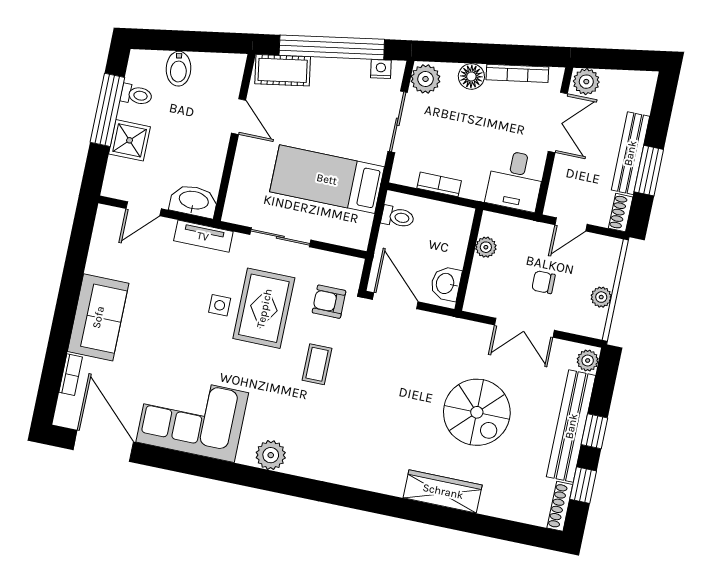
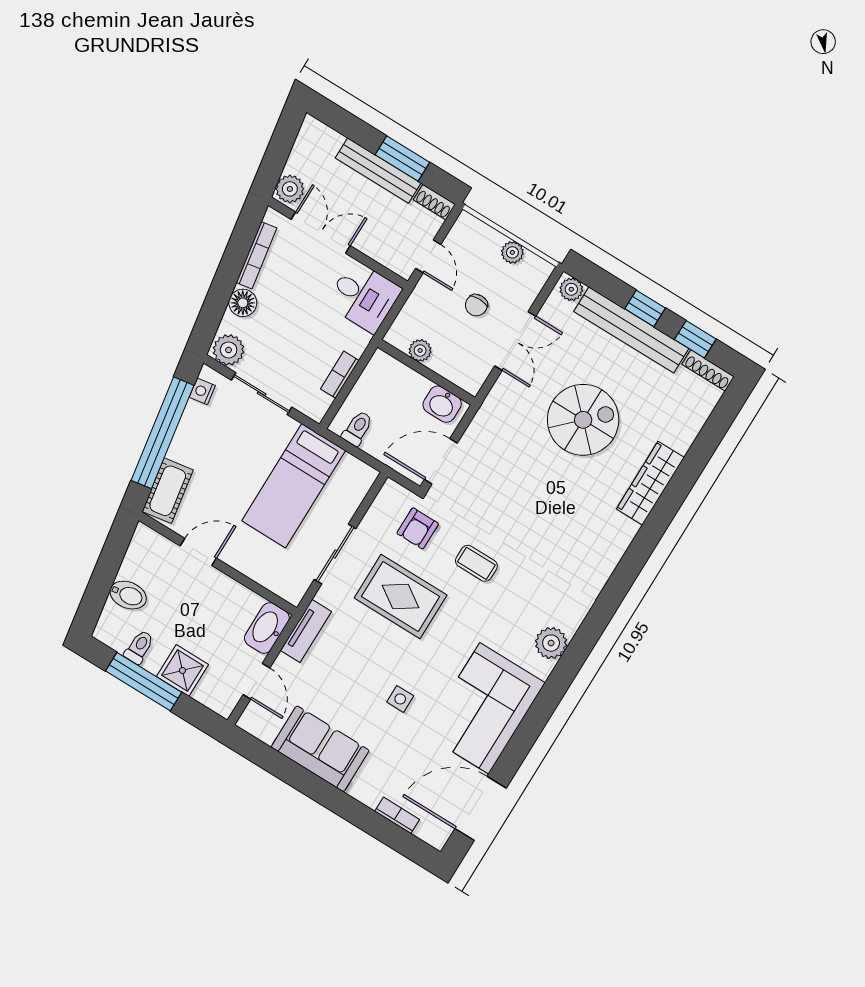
side table: (220, 305) -> (400, 699), moved
sofa: (98, 317) -> (320, 749), moved

